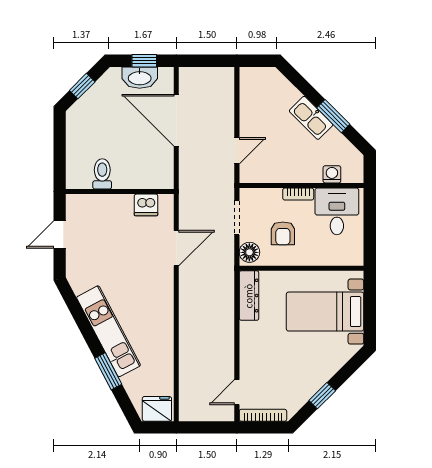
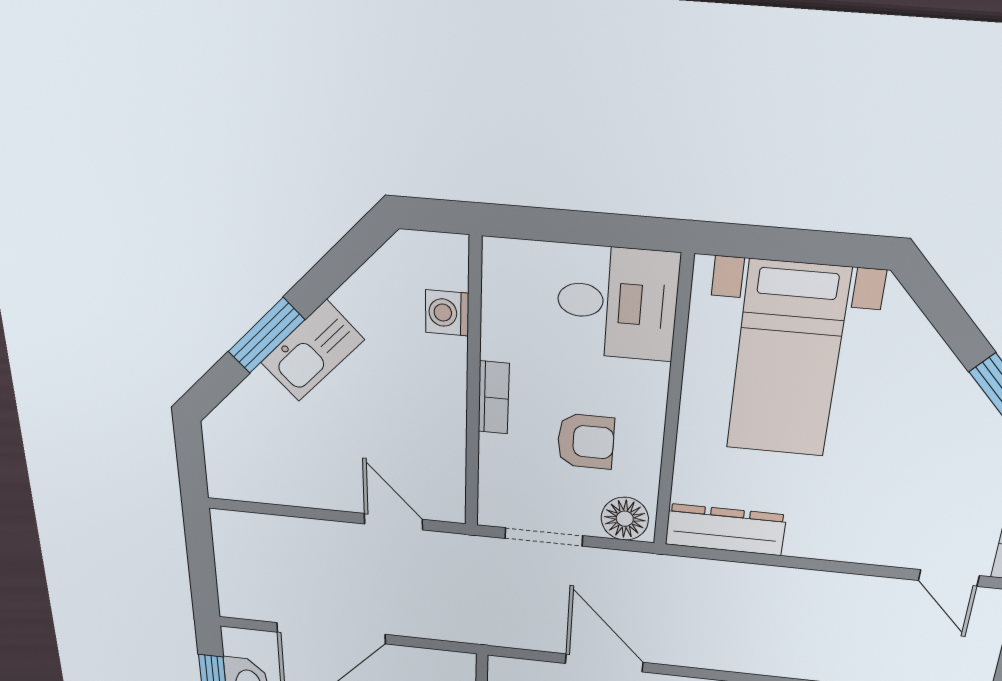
window: (333, 116) -> (266, 336), moved
desk: (337, 211) -> (617, 303), moved, turned 180

